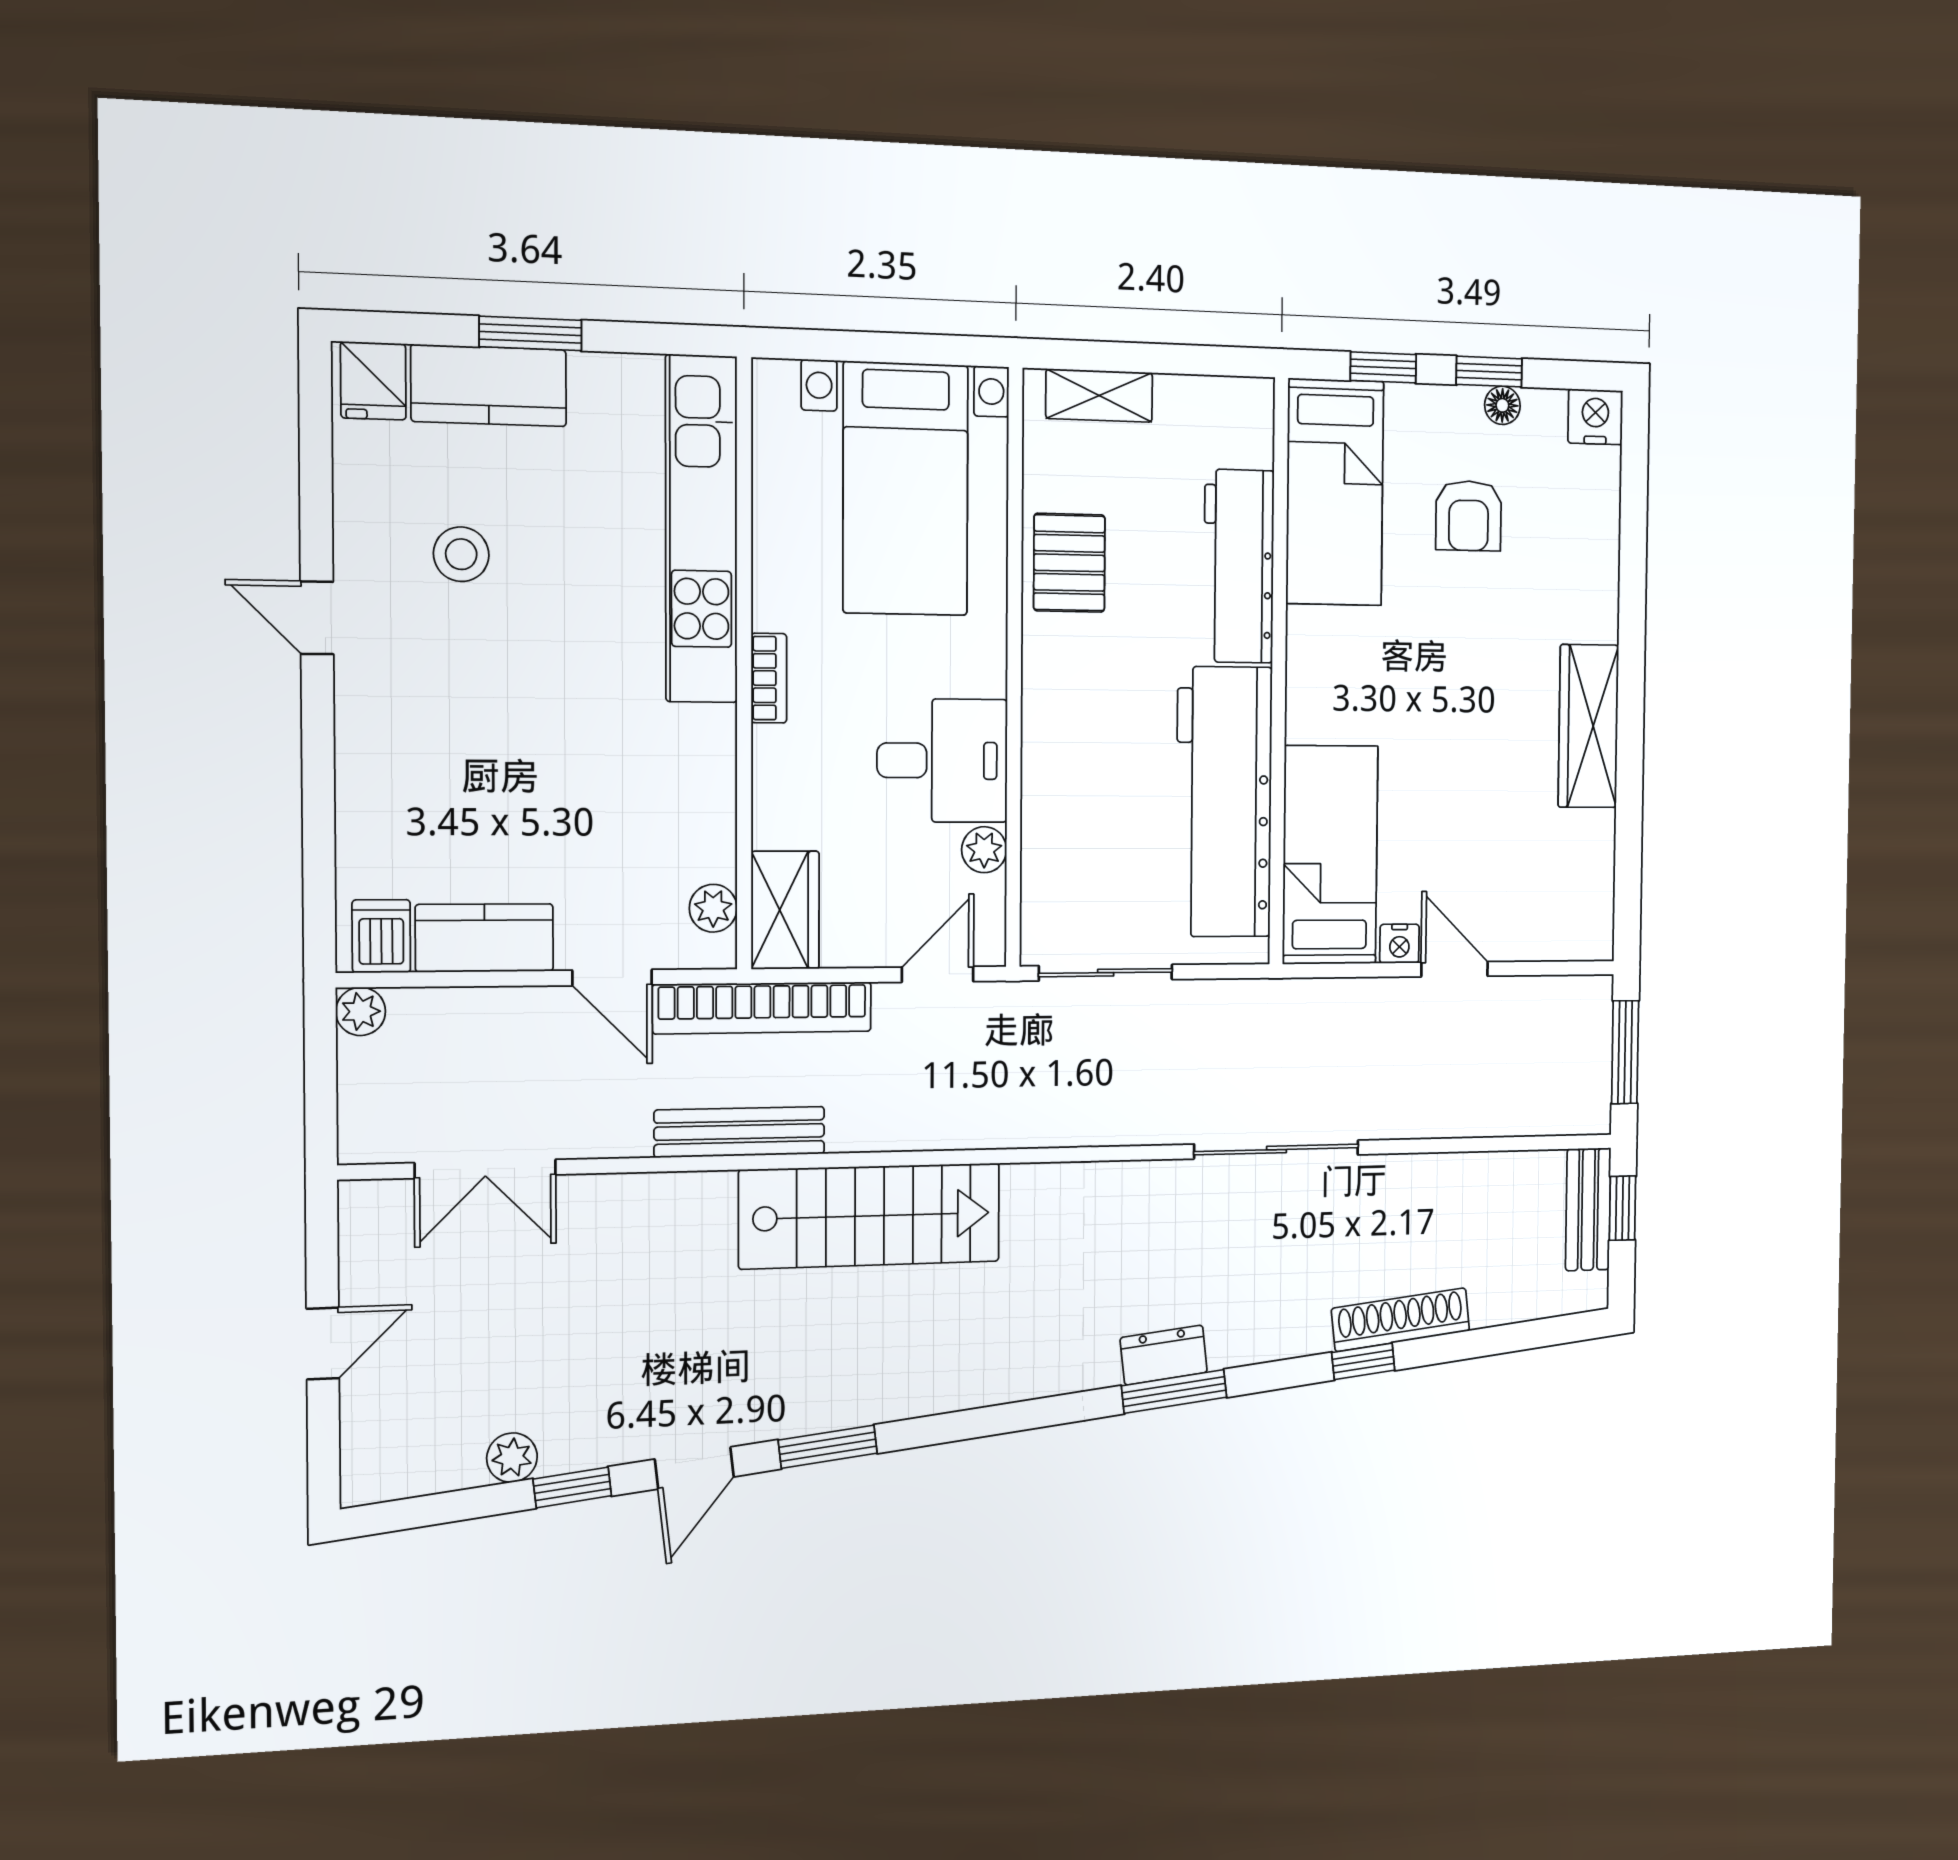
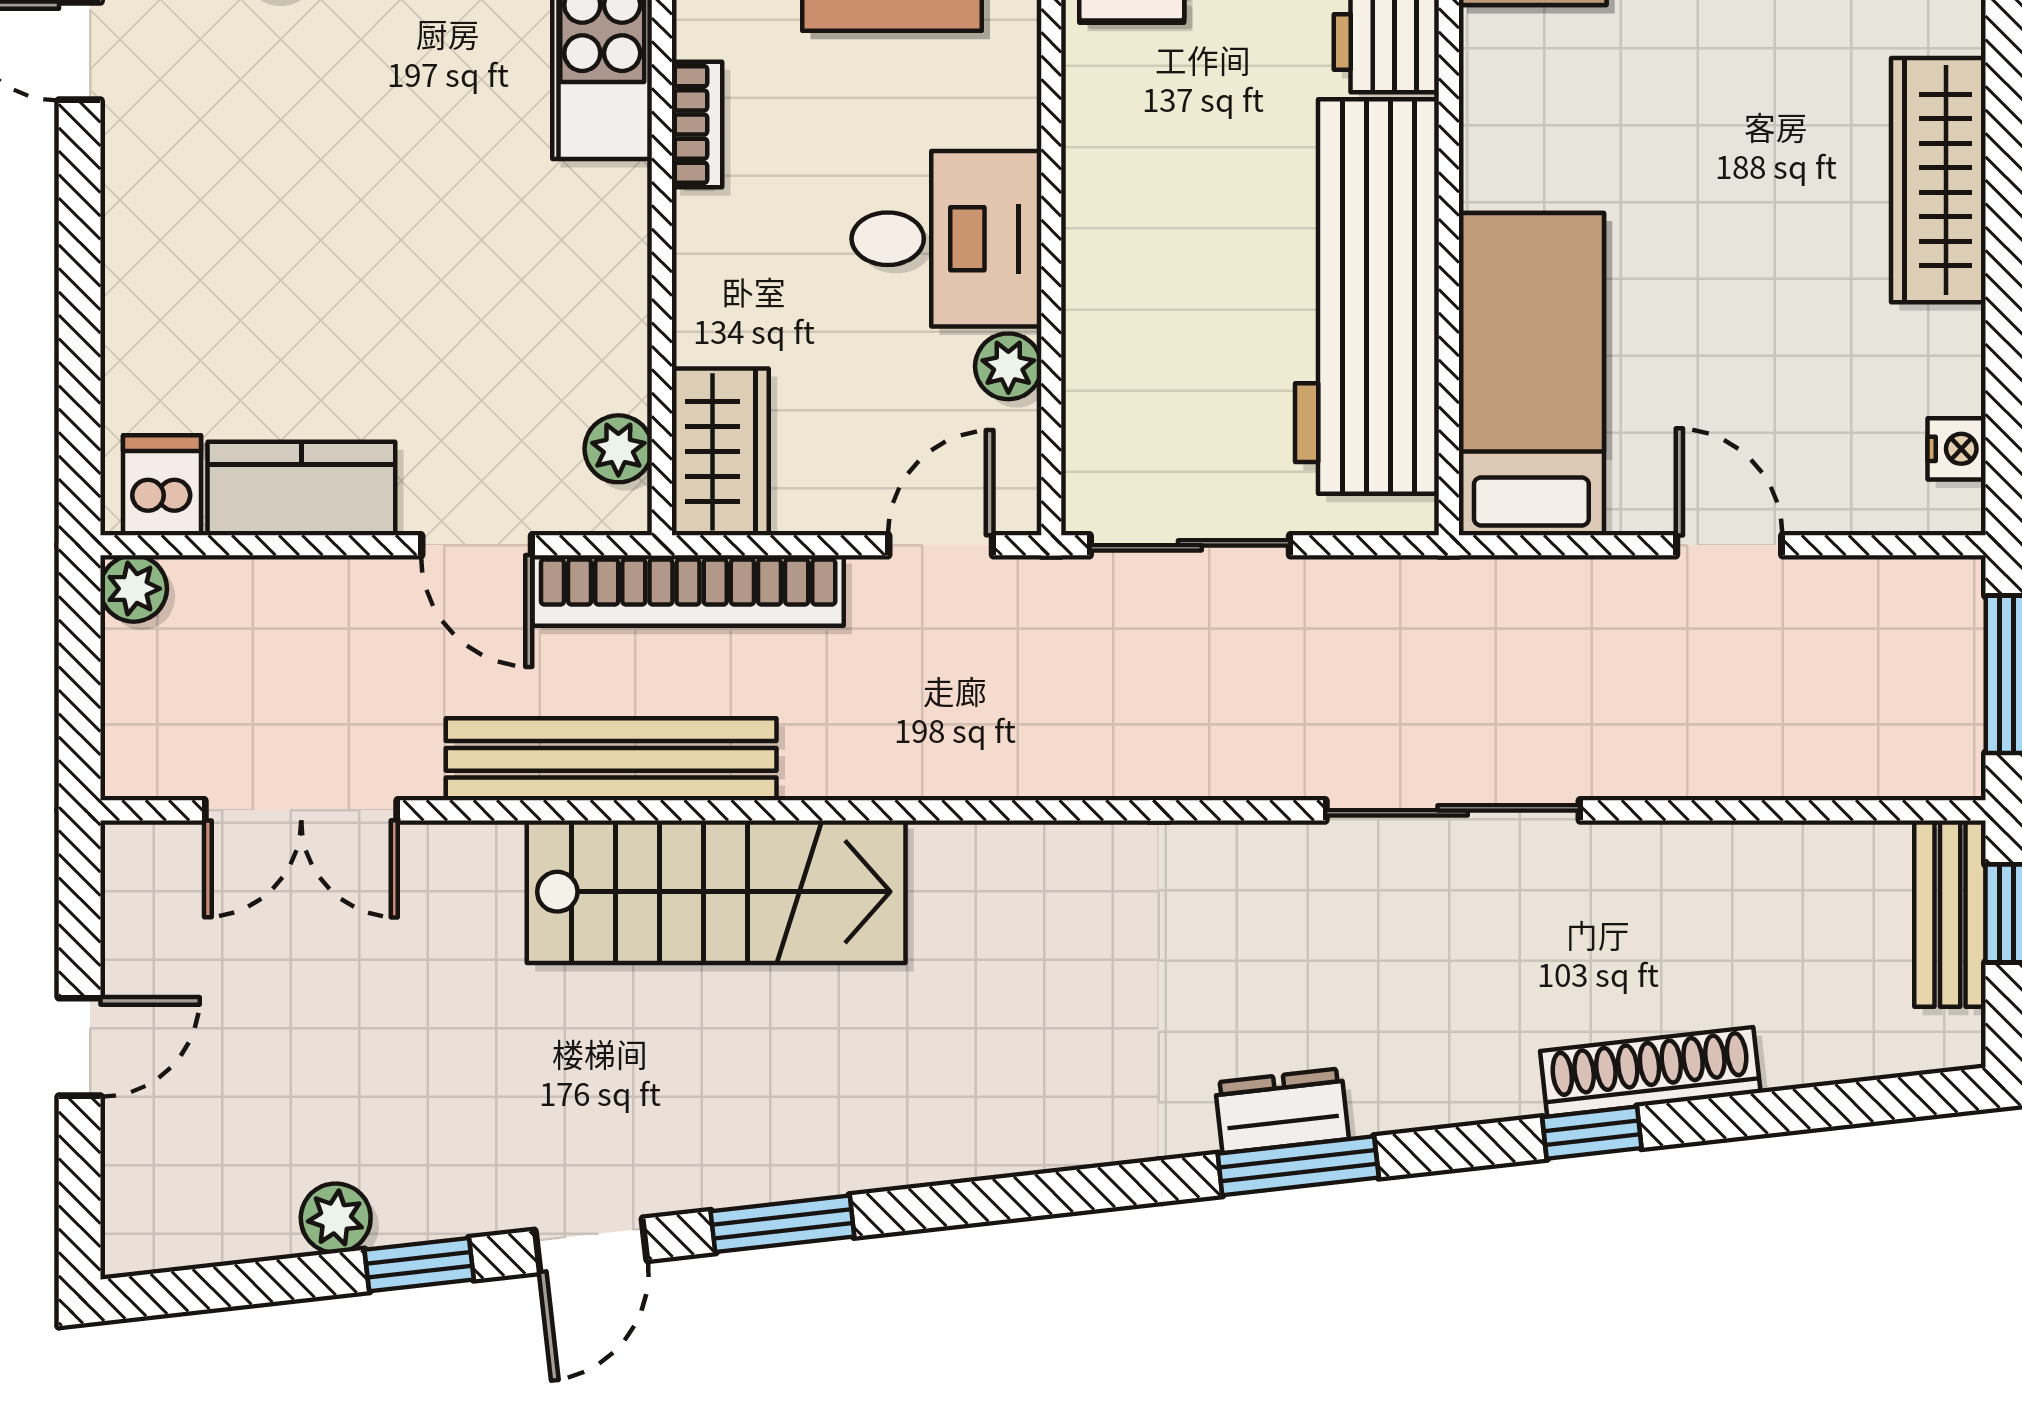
nightstand: (1399, 944) -> (1957, 449), moved, turned -90
bench: (740, 1132) -> (611, 759), width x1.37, depth x1.21
stairs: (870, 1216) -> (716, 892), moved

